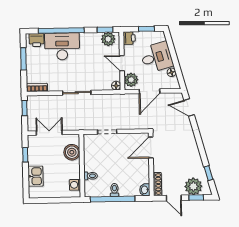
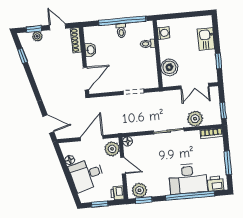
plant: (51, 102) -> (195, 119), added
plant: (193, 186) -> (37, 36), width x0.53, depth x0.53
washbasin: (145, 190) -> (90, 50), moved

